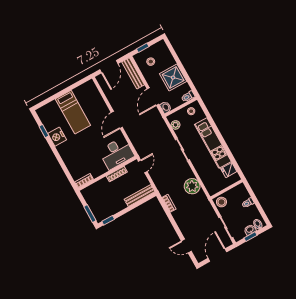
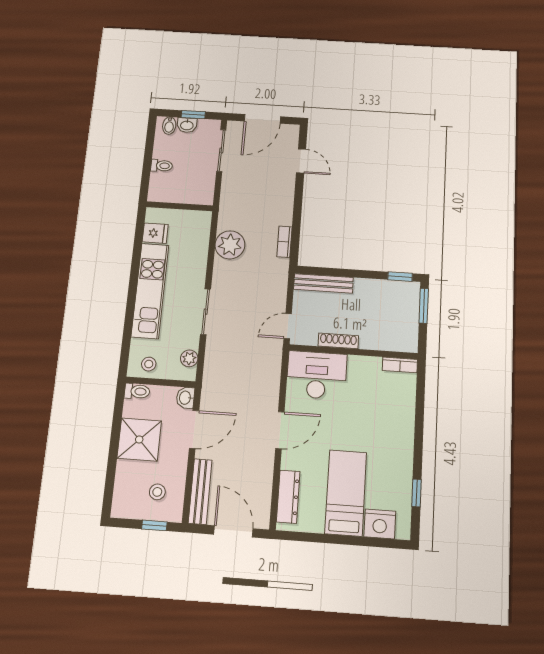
door: (109, 67) -> (233, 531), hinge flipped
dresser: (96, 95) -> (288, 497), added
nightstand: (57, 137) -> (380, 524), moved, turned 90
stool: (221, 202) -> (201, 192), removed

